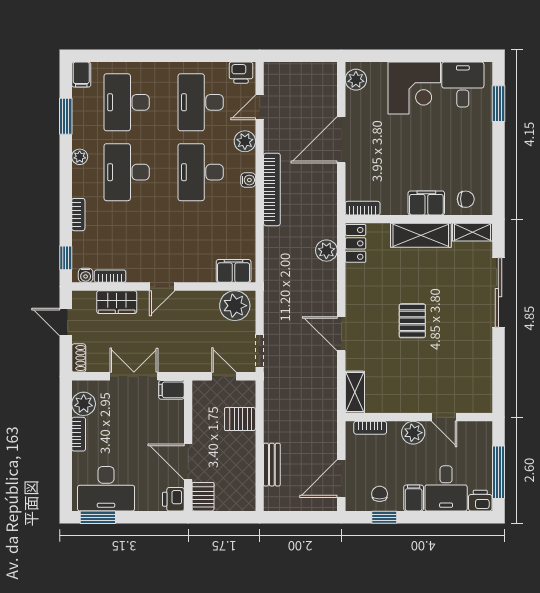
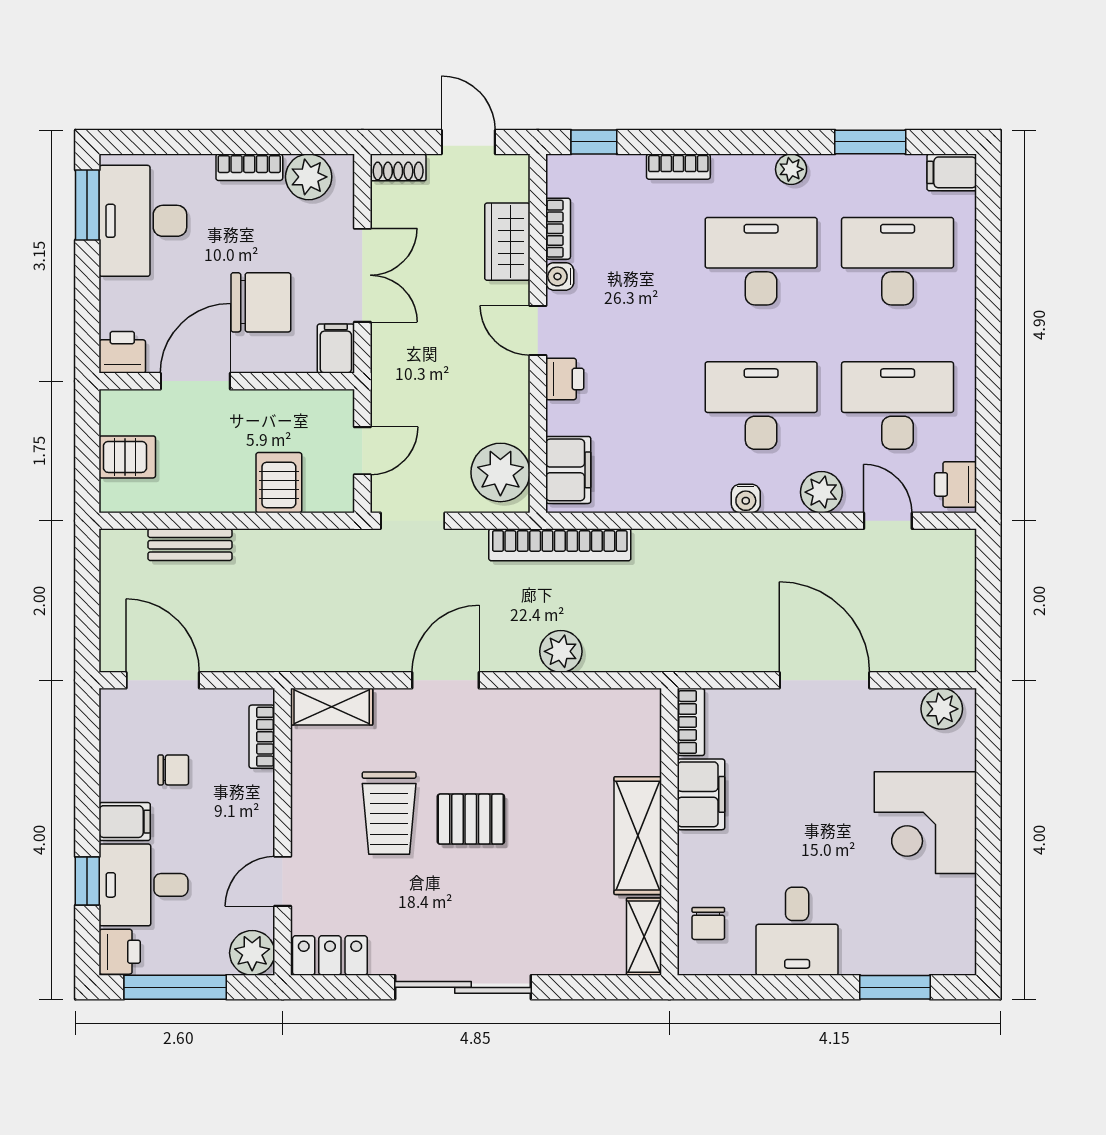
desk: (463, 85) -> (797, 931), moved, turned 90
bookcase: (272, 189) -> (560, 545), moved
filing cabinet: (426, 203) -> (701, 794), moved
locker: (356, 243) -> (330, 955), moved, turned 180
plant: (326, 251) -> (561, 651), moved
printer: (187, 273) -> (565, 379), added
water cooler: (86, 275) -> (560, 276), moved
sliding door: (498, 293) -> (463, 987), moved
door: (66, 322) -> (468, 142), hinge flipped
trolley: (409, 363) -> (389, 813), added
chair: (148, 428) -> (261, 302), added
plant: (413, 433) -> (252, 953), moved
chair: (380, 494) -> (173, 770), moved
server rack: (203, 497) -> (127, 457), moved
window: (384, 517) -> (87, 881), moved

